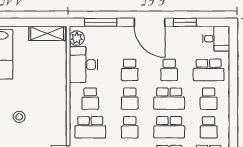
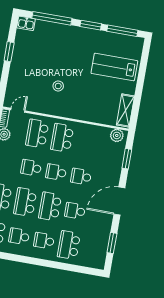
window: (101, 22) -> (127, 159), width x0.69
window: (185, 22) -> (112, 243), moved
desk: (216, 39) -> (95, 256), removed
desk: (83, 65) -> (93, 137), removed
school desk: (90, 99) -> (62, 138), width x1.85
stool: (19, 117) -> (58, 86), moved

